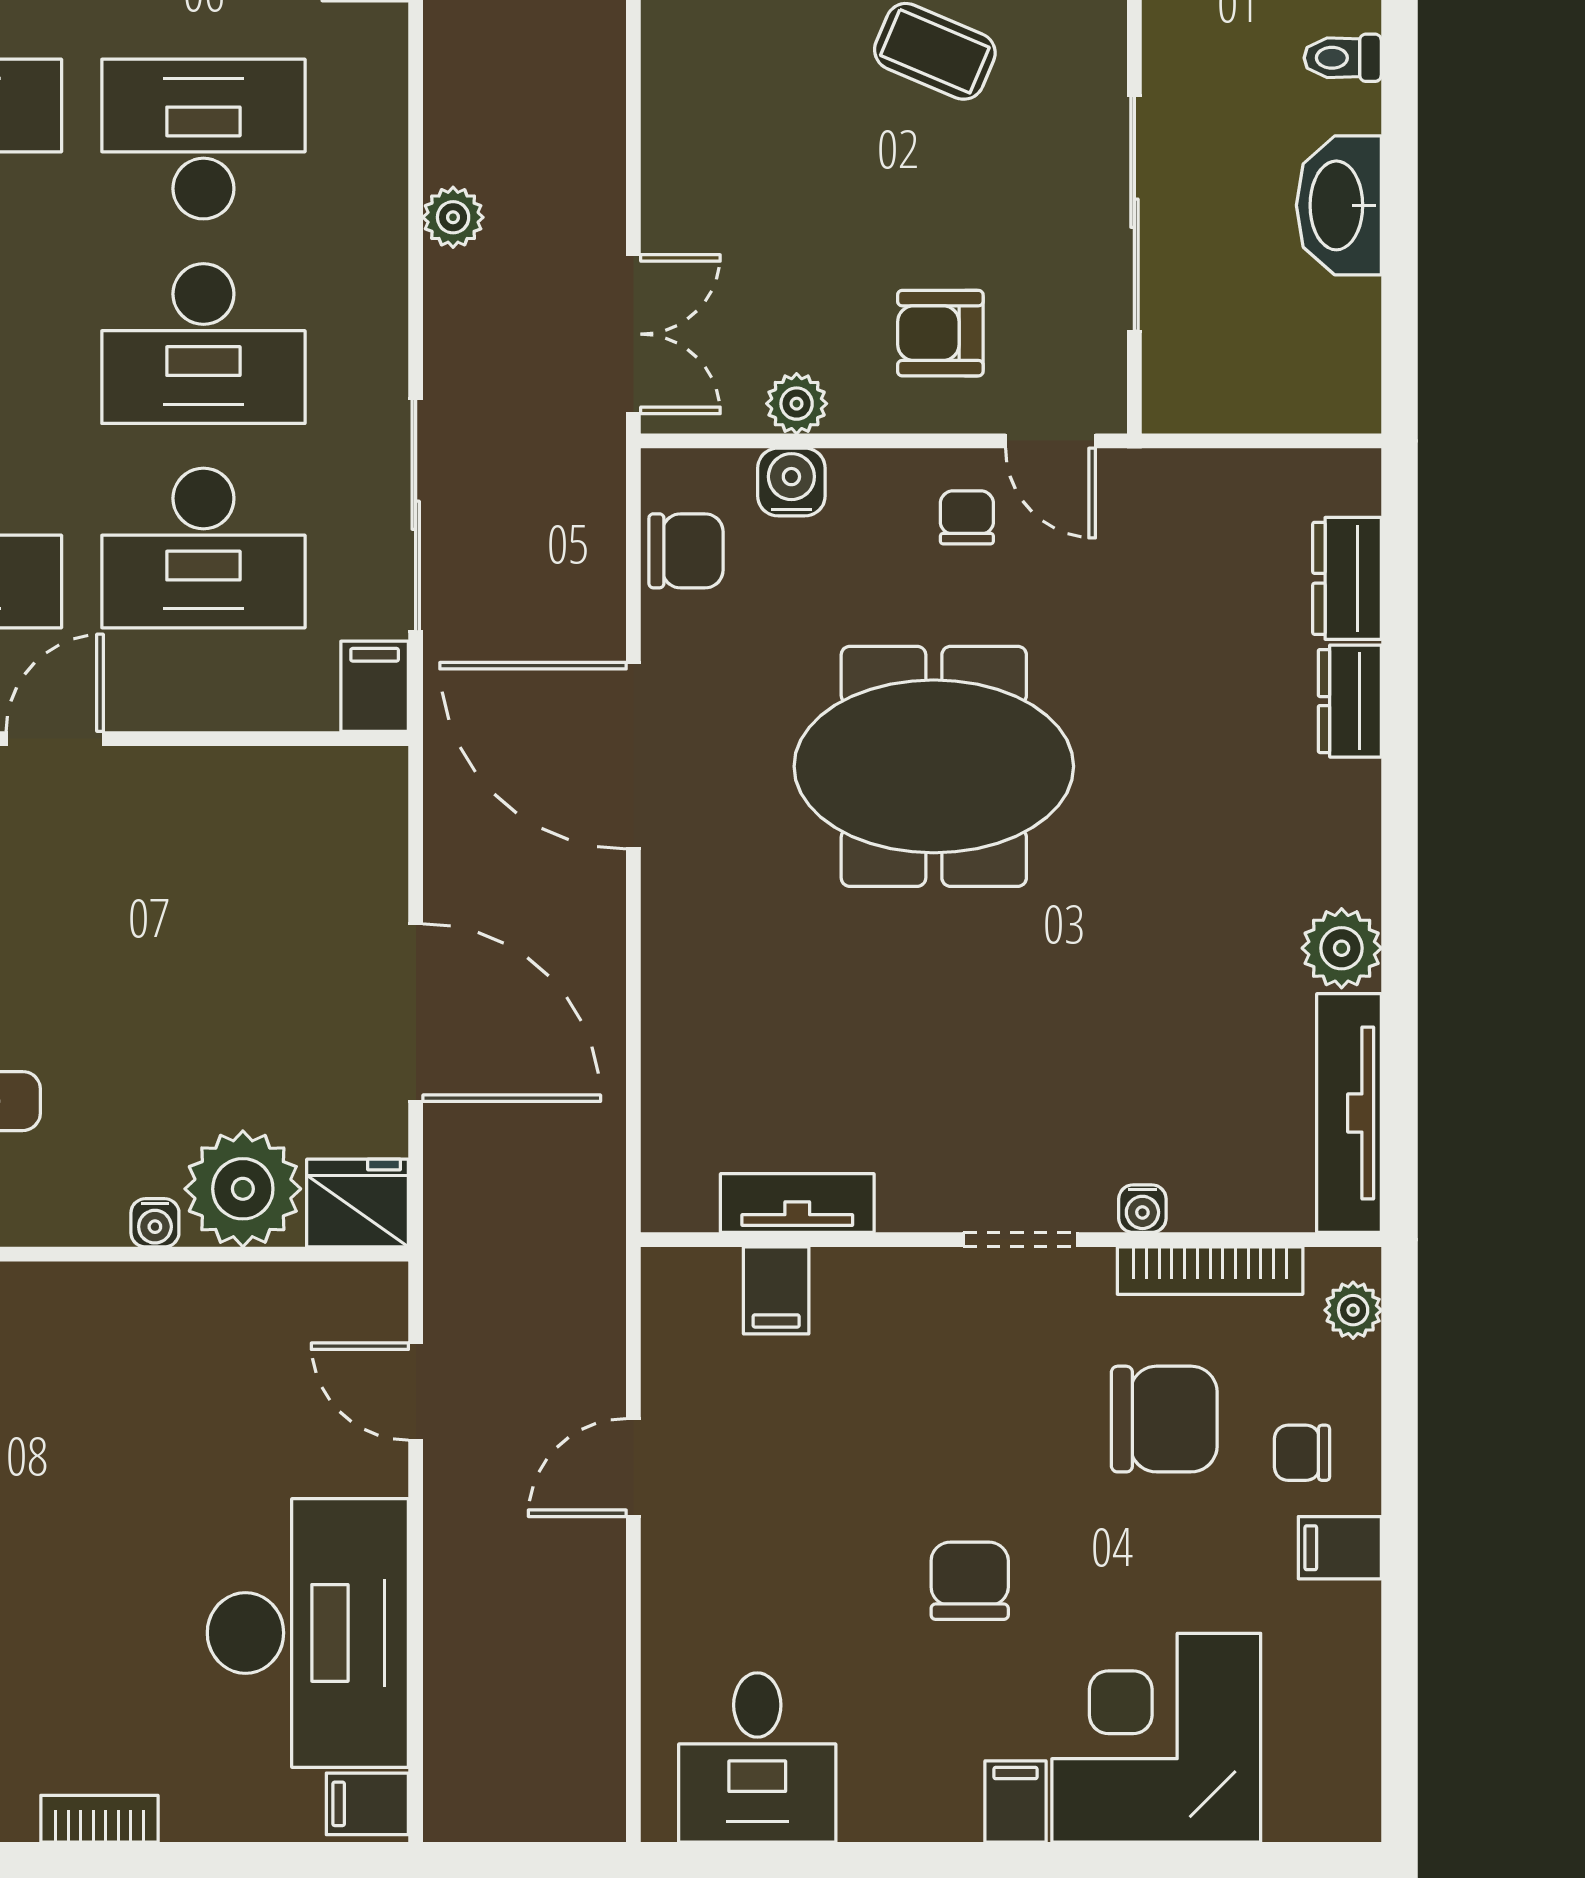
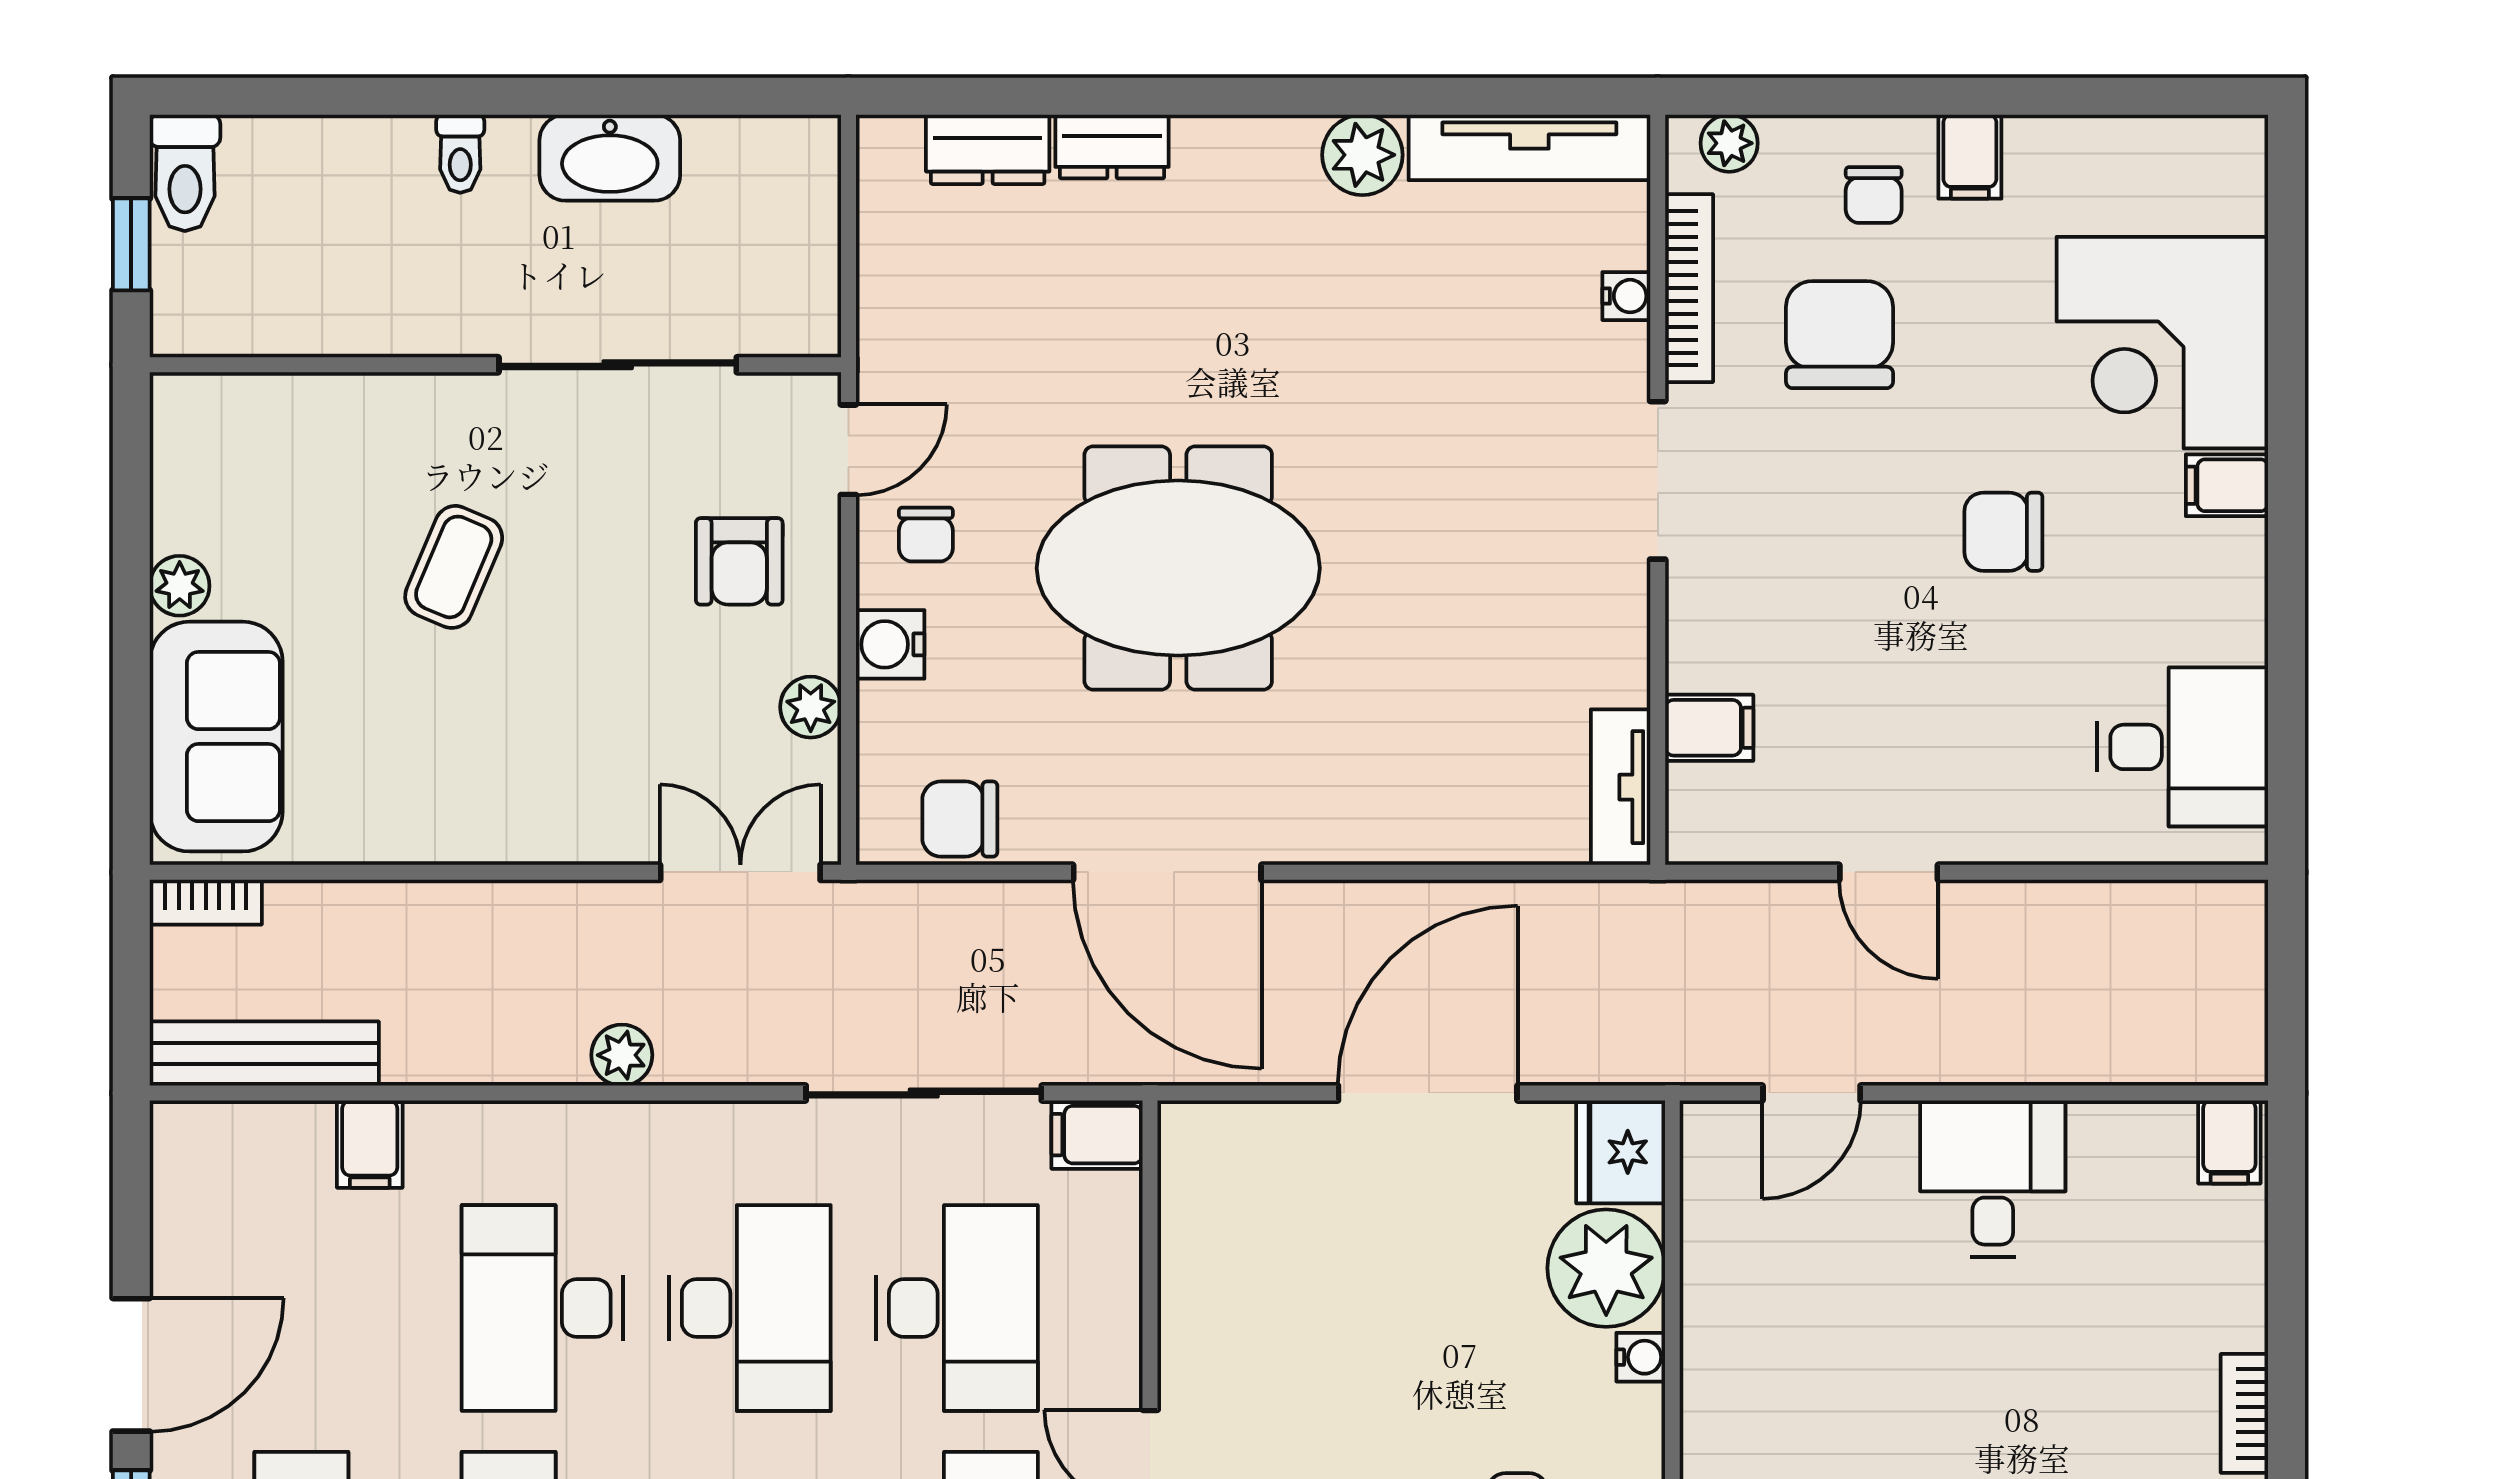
water cooler: (791, 482) -> (890, 644), moved
chair: (967, 517) -> (926, 535), turned -90
chair: (686, 551) -> (960, 819), turned -90
door: (633, 756) -> (1167, 872), hinge flipped
meeting table: (934, 766) -> (1178, 568), turned 90
tv unit: (797, 1203) -> (1621, 787), moved
water cooler: (1142, 1209) -> (1626, 296), moved
doorway: (1020, 1240) -> (1658, 480), width x1.38
desk: (308, 1633) -> (1993, 1179), width x0.53, depth x0.77

